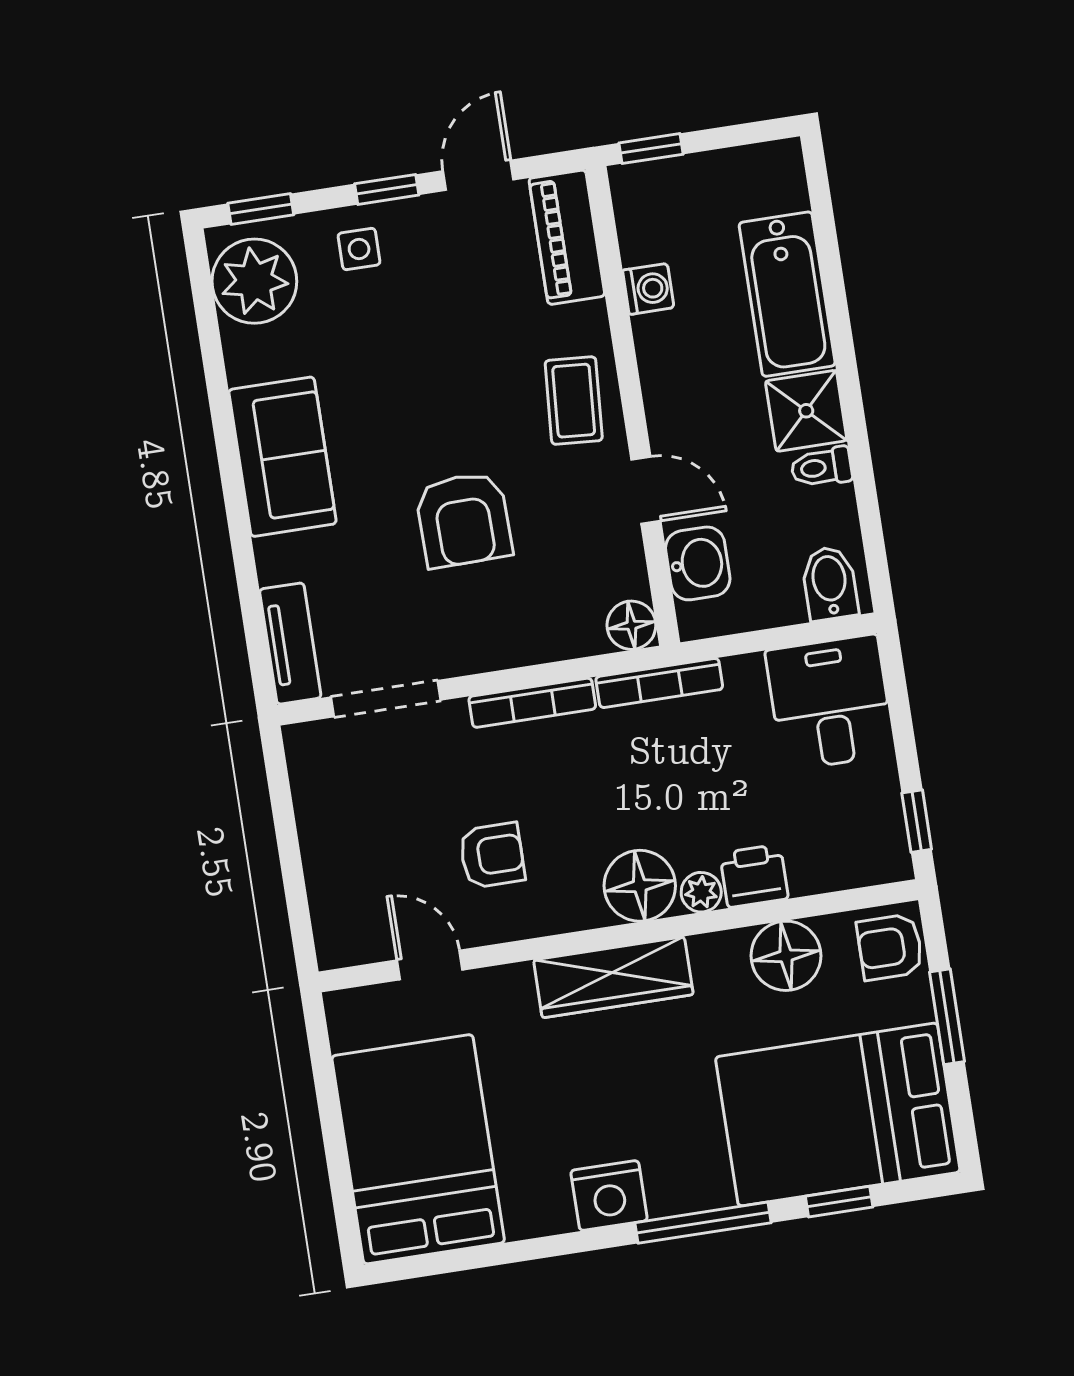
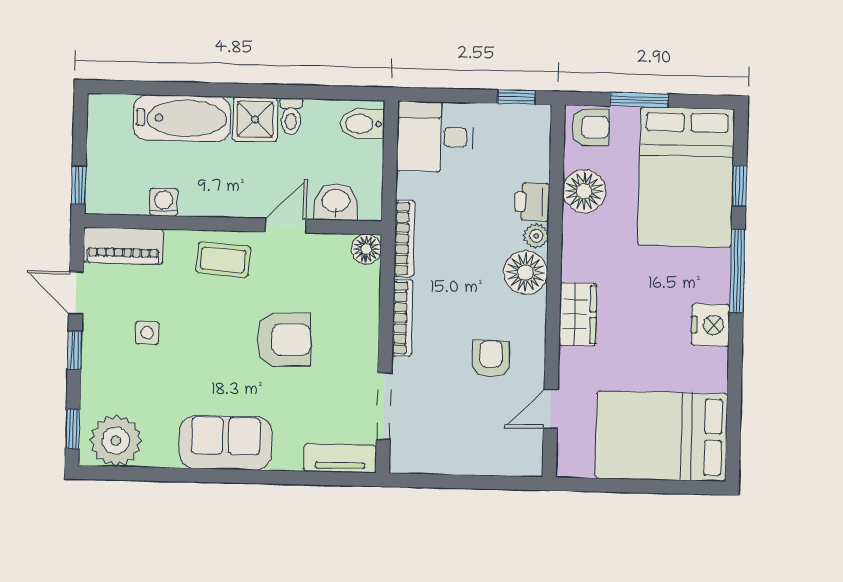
side table: (359, 249) -> (147, 333), moved
armchair: (890, 947) -> (590, 127), turned -90
wardrobe: (613, 977) -> (578, 314), width x0.67

